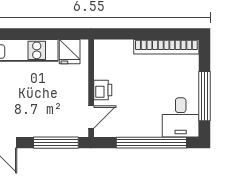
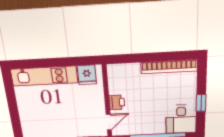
window: (205, 96) -> (201, 103), width x0.46

